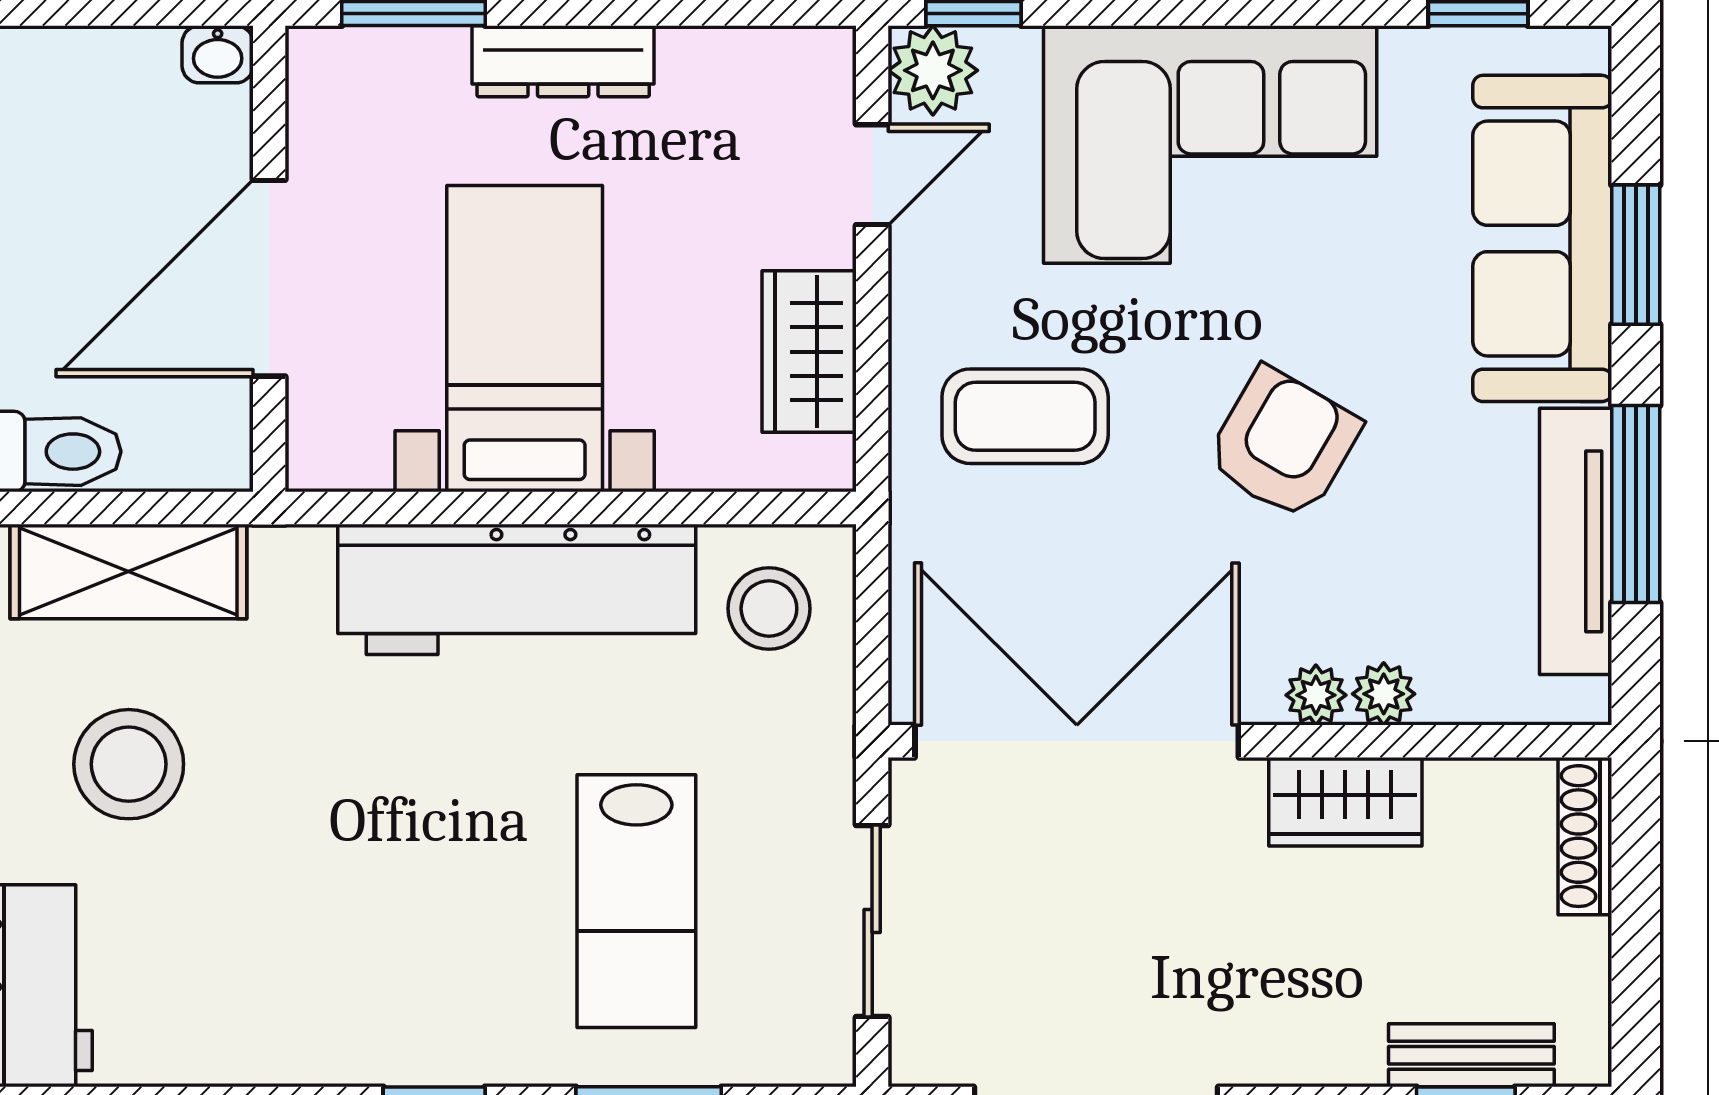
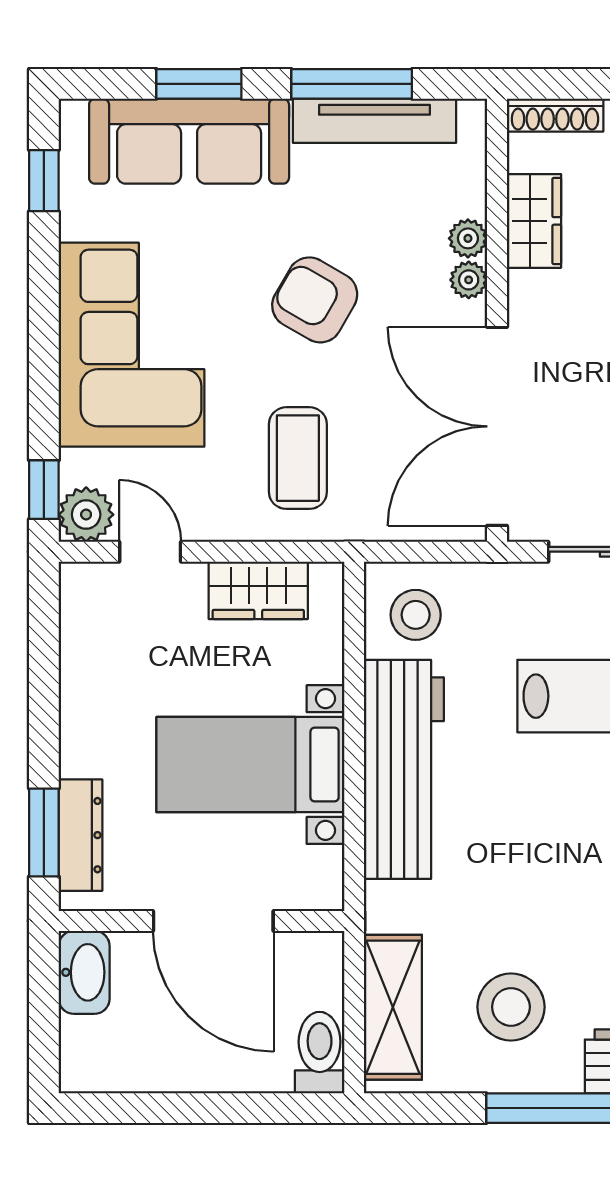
washbasin: (218, 54) -> (84, 972), width x1.91, depth x1.45
dresser: (563, 61) -> (81, 835), moved
wardrobe: (1345, 802) -> (534, 221), moved

